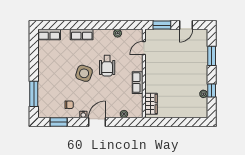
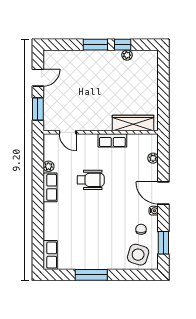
door: (186, 25) -> (38, 78), hinge flipped
row of seats: (82, 34) -> (50, 187), moved
window: (212, 56) -> (95, 45), moved
side table: (84, 73) -> (138, 255), moved
window: (34, 94) -> (91, 275), moved
wardrobe: (151, 104) -> (133, 123), width x1.50

